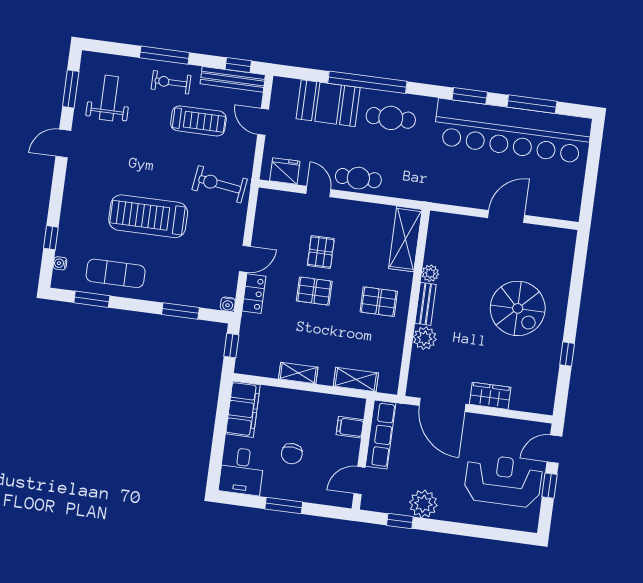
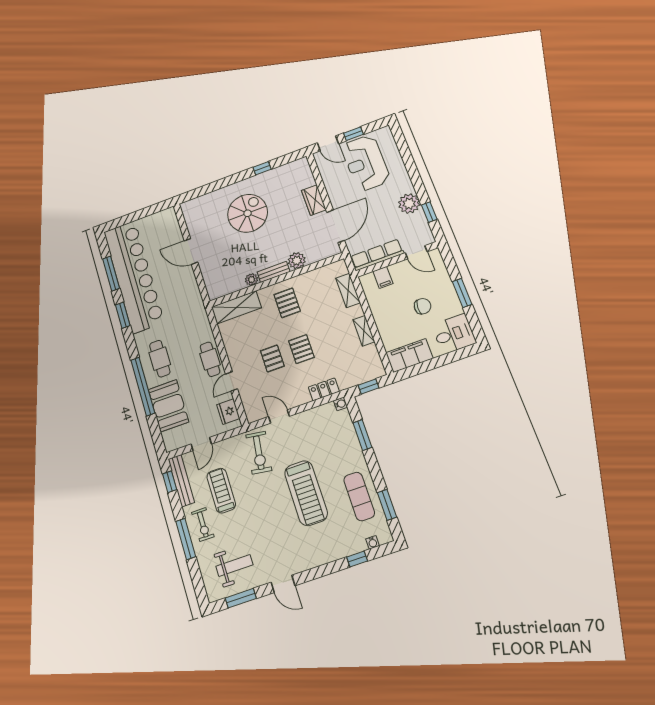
weight bench: (109, 98) -> (234, 565), turned 180
pallet: (321, 252) -> (272, 358), turned 90
door: (245, 259) -> (279, 416), moved

